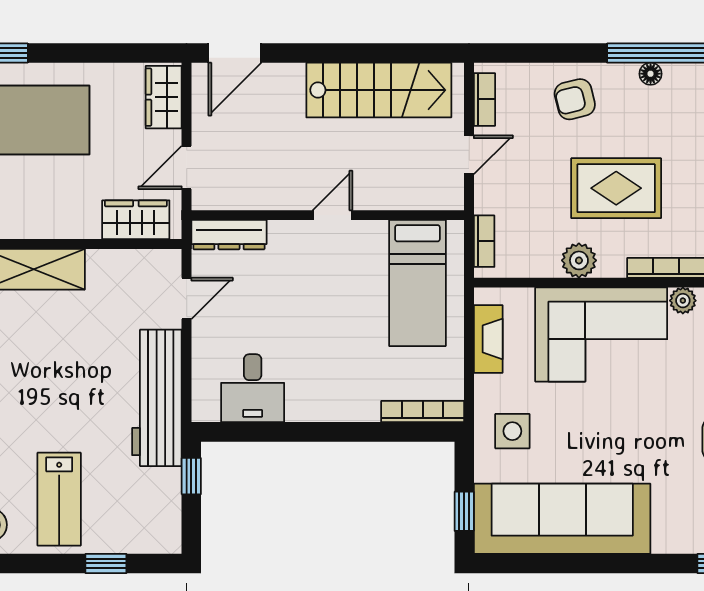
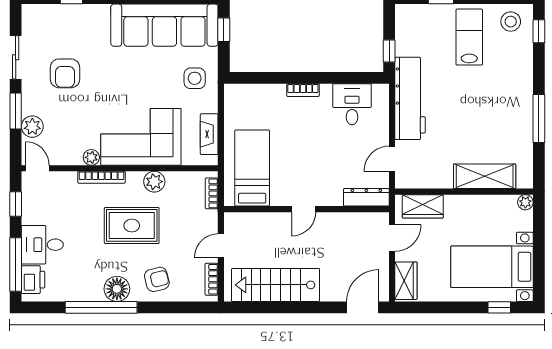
floor lamp: (651, 74) -> (117, 289), width x1.89, depth x1.89
bookcase: (423, 412) -> (303, 90), moved, width x0.64

